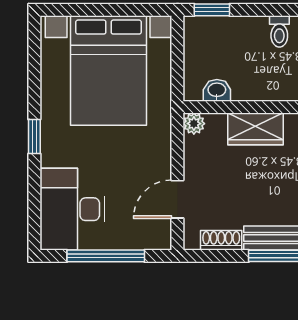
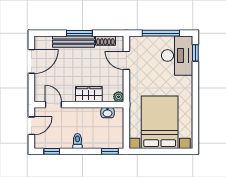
window: (34, 137) -> (195, 53), moved
door: (177, 199) -> (126, 60), swing flipped

